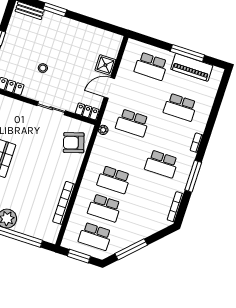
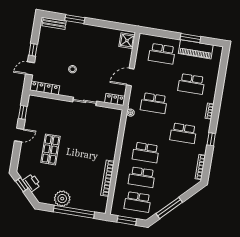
window: (187, 53) -> (190, 38), width x0.69
shower: (105, 65) -> (127, 41), moved
armchair: (74, 143) -> (108, 127), removed
window: (193, 176) -> (211, 139), width x0.46

